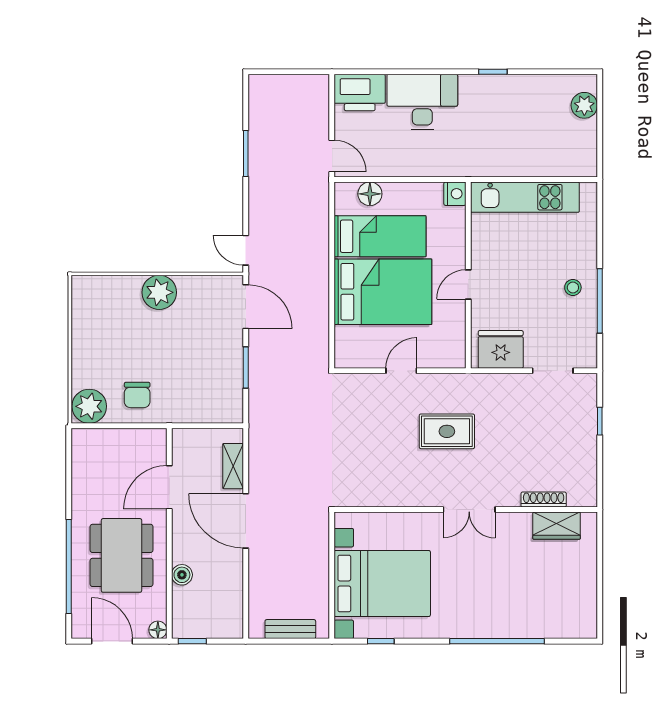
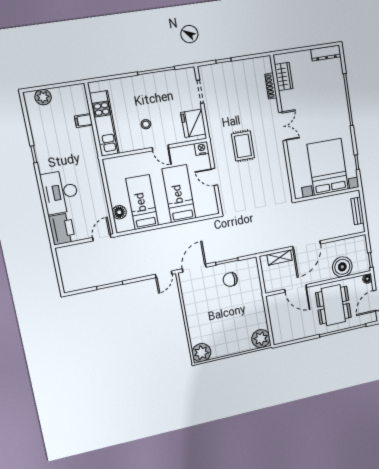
filing cabinet: (535, 164) -> (84, 121), added
nightstand: (455, 194) -> (202, 148), moved
stool: (573, 287) -> (146, 124), moved
plant: (159, 292) -> (201, 353), moved
bed: (383, 292) -> (179, 194), width x0.67
chair: (137, 395) -> (230, 280), moved, turned 180
dining table: (122, 555) -> (333, 305), turned 90
boiler: (182, 575) -> (342, 267), width x1.86, depth x1.86
dresser: (586, 611) -> (326, 53), added

